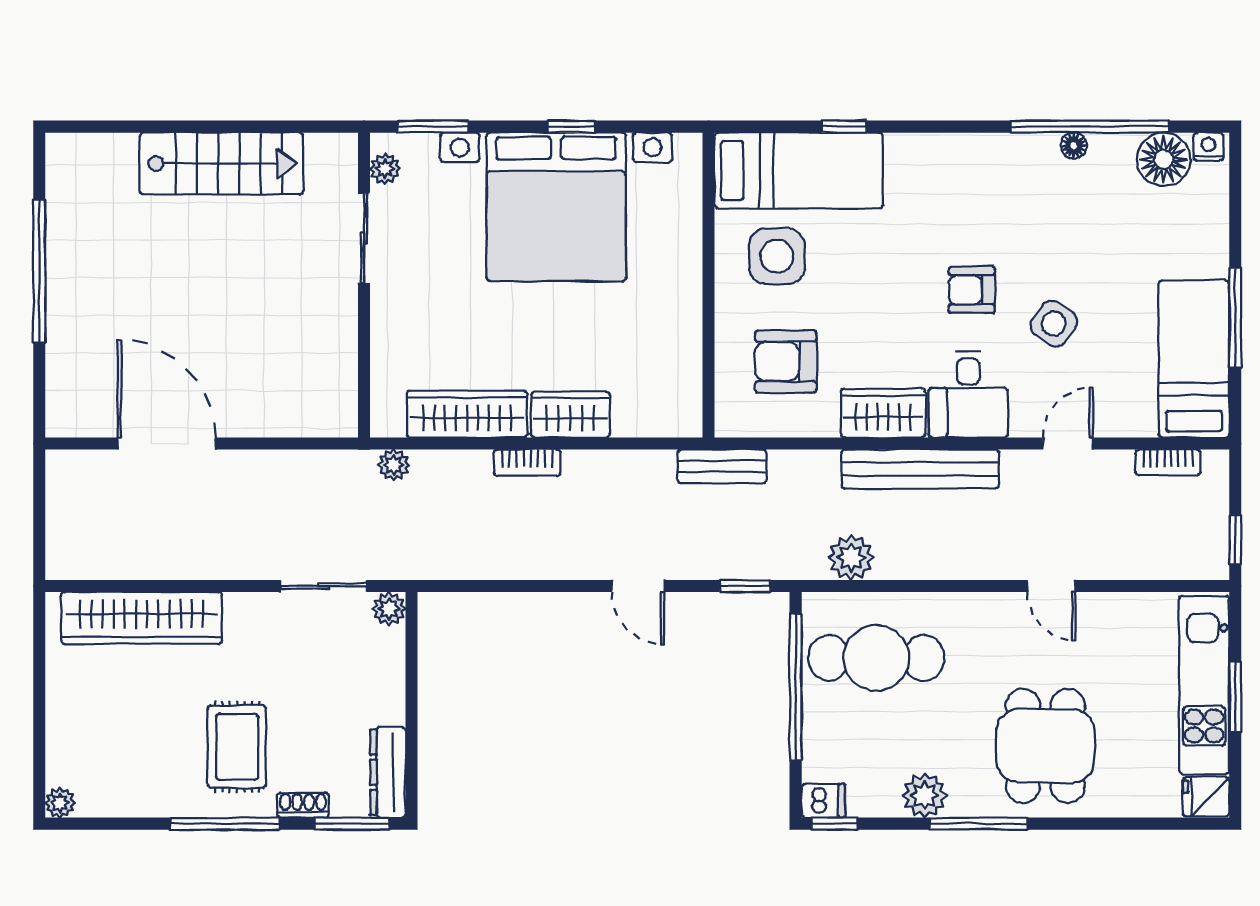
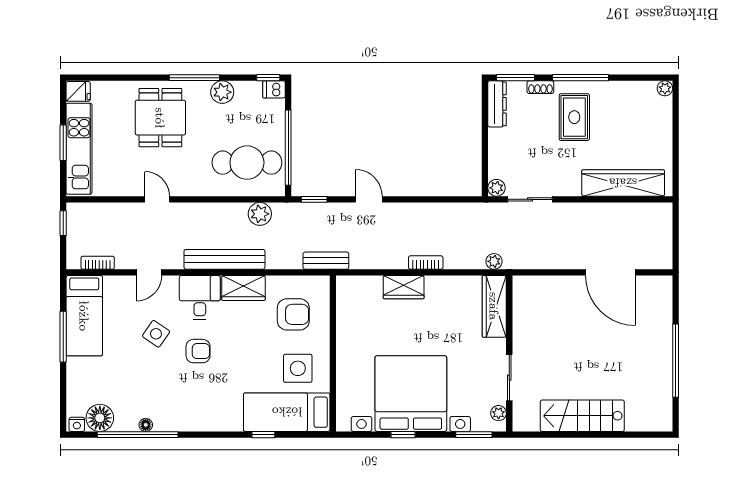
wardrobe: (467, 414) -> (494, 306), moved, turned 90

